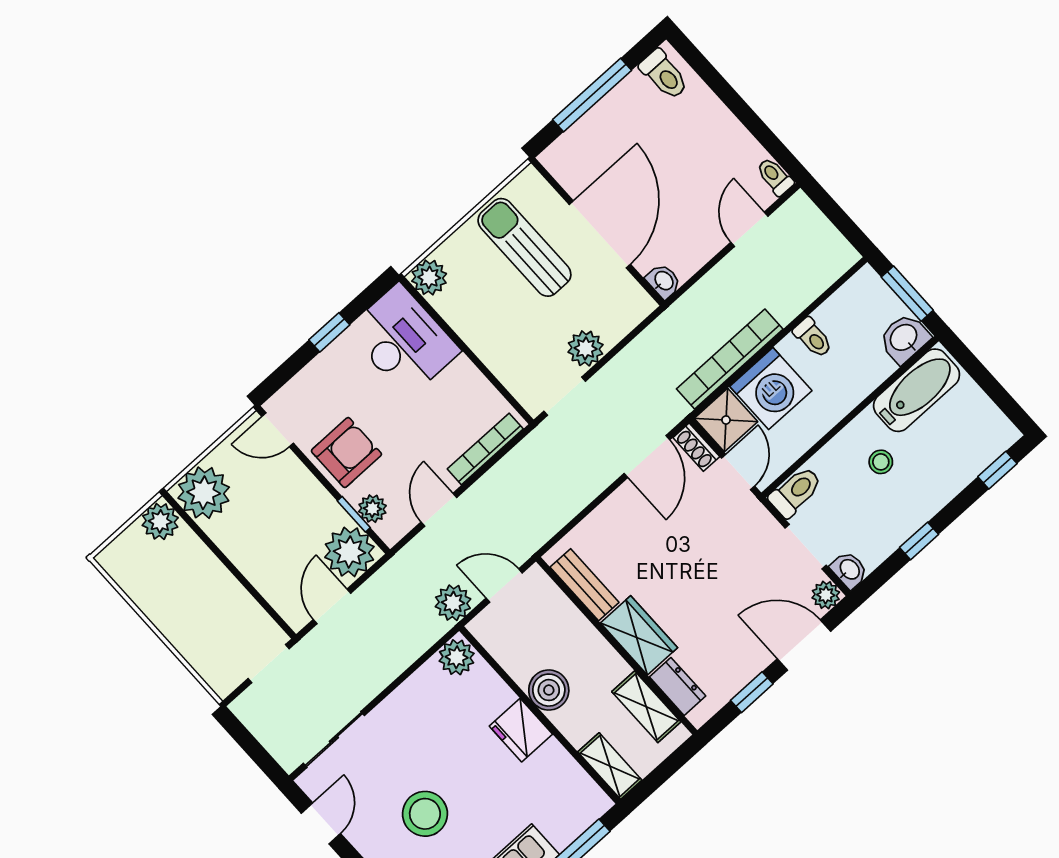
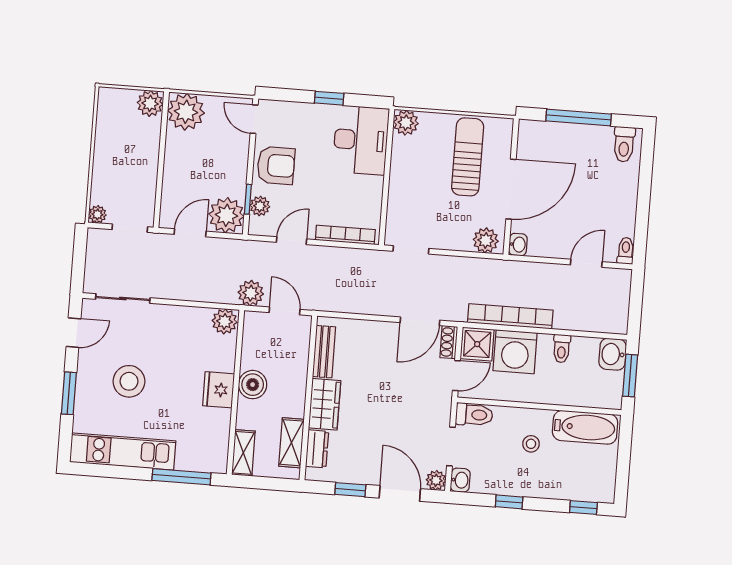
washbasin: (904, 338) -> (613, 354), moved, turned -90
plant: (586, 348) -> (486, 240), moved
plant: (223, 683) -> (97, 214), added

